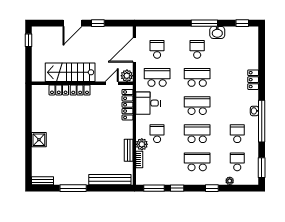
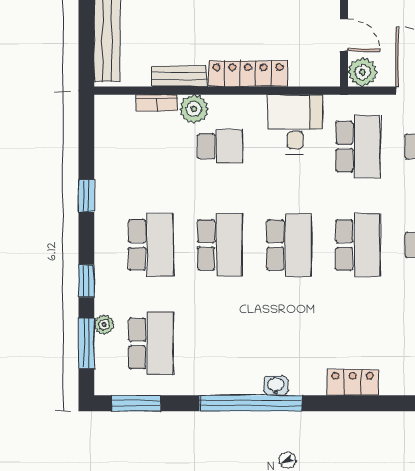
locker: (127, 105) -> (248, 74), moved
school desk: (237, 134) -> (220, 343), removed
school desk: (237, 162) -> (151, 343), width x1.85
window: (154, 188) -> (86, 343), moved

